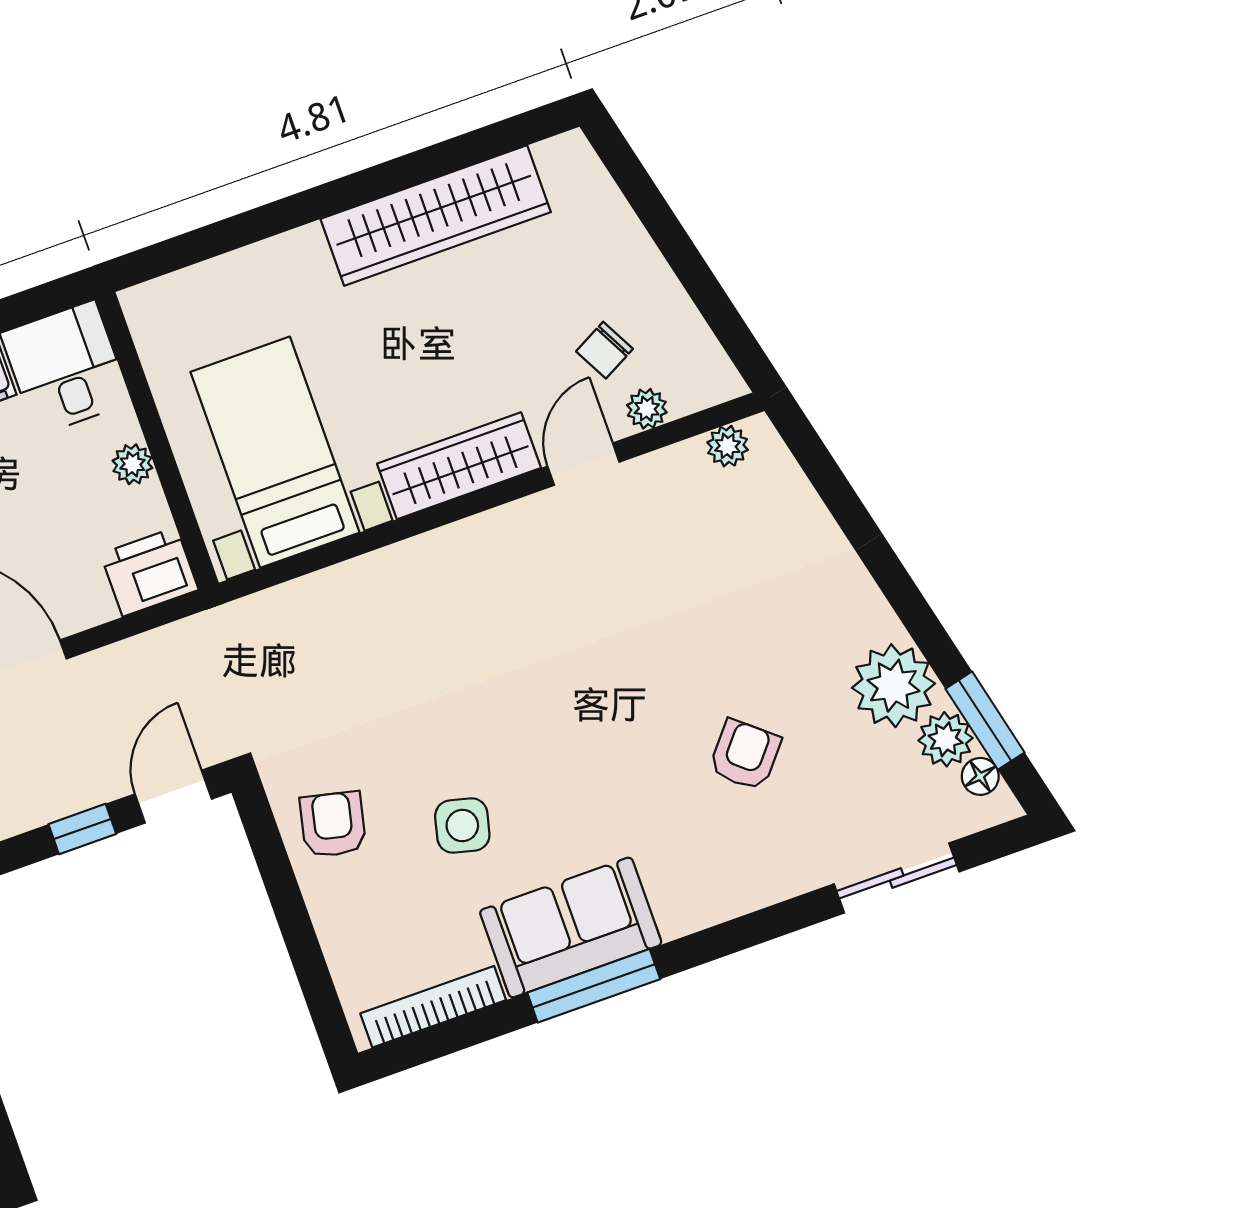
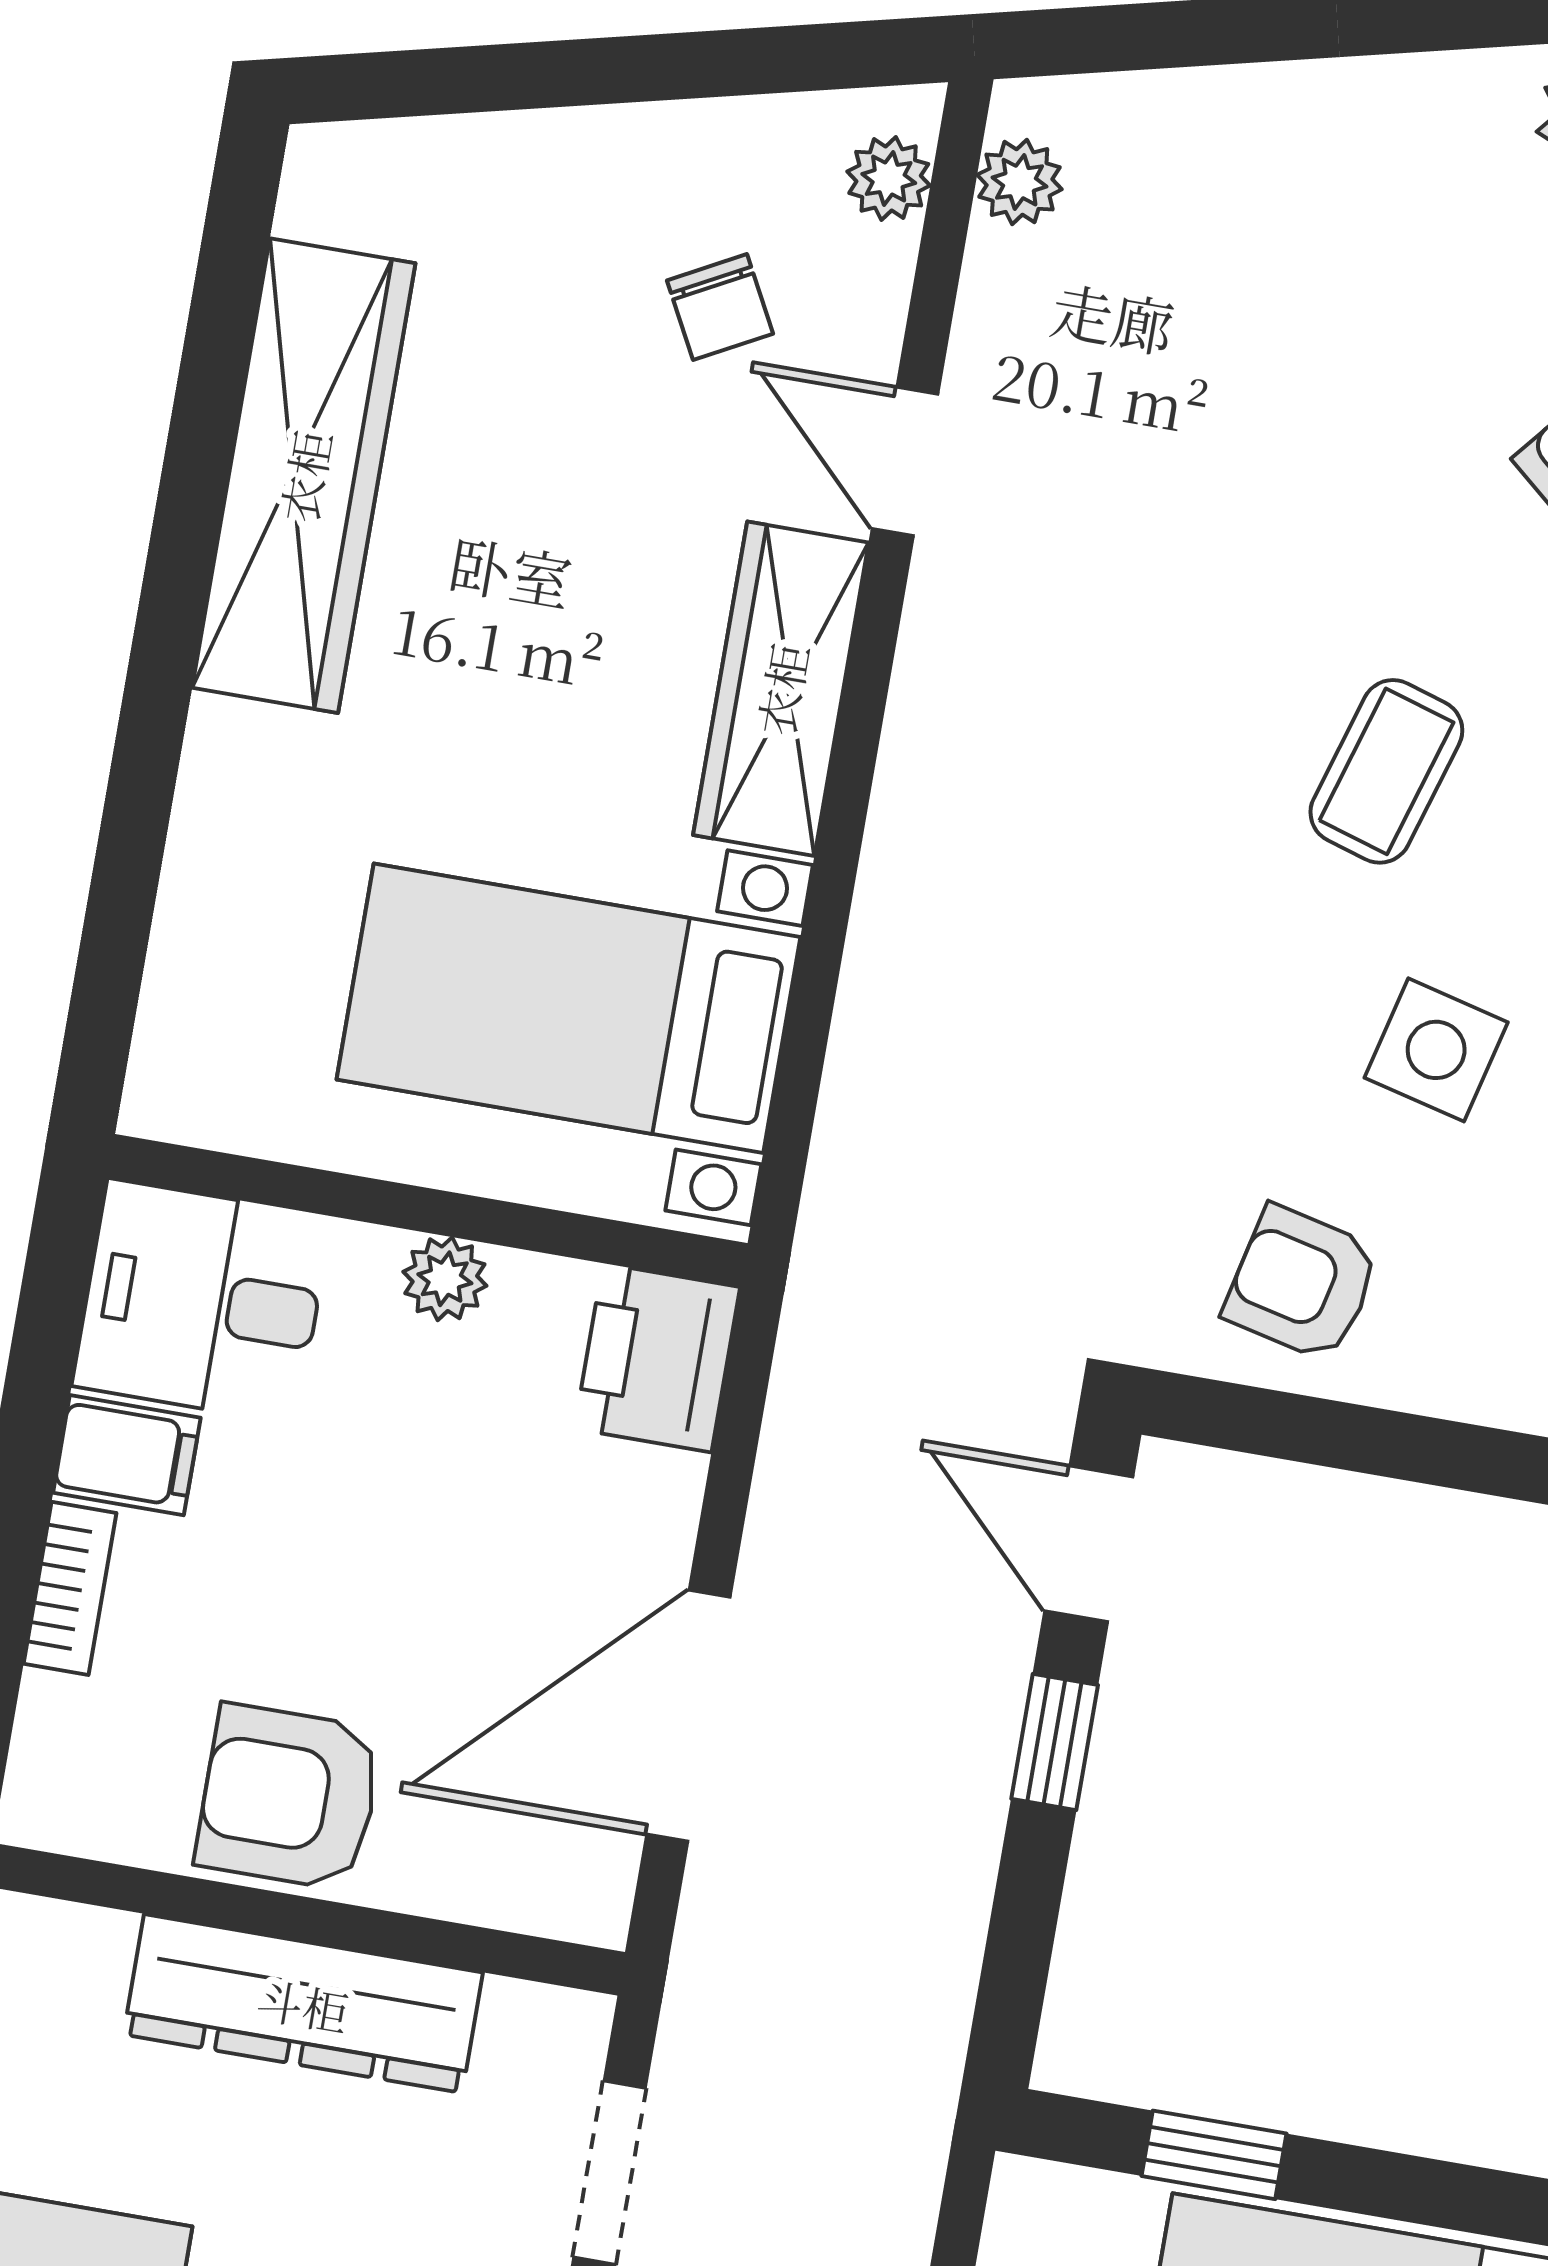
plant: (647, 409) -> (889, 179), moved
coffee table: (567, 739) -> (1386, 771), added

